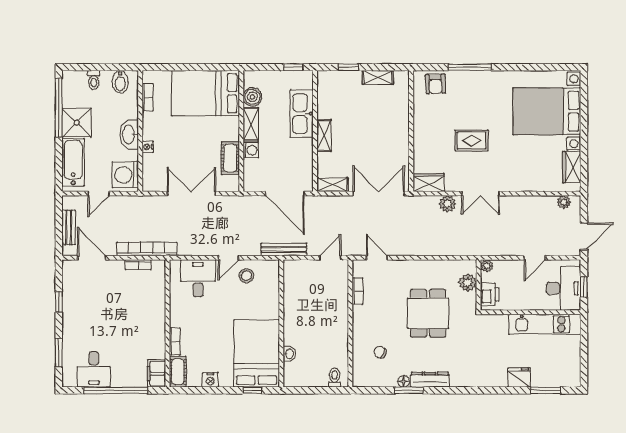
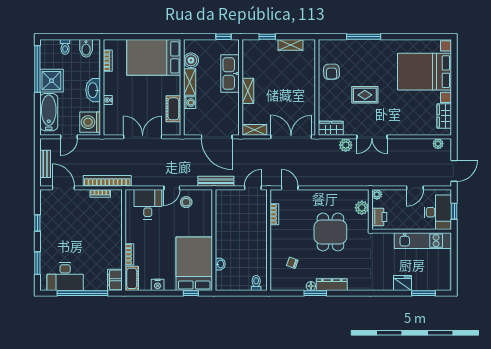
armchair: (435, 84) -> (331, 72), moved
desk: (94, 369) -> (65, 276), width x1.37

